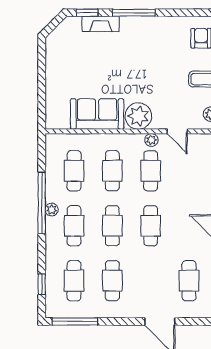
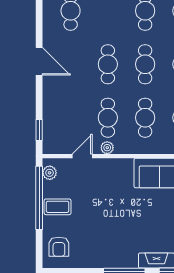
plant: (138, 116) -> (120, 171), removed
door: (177, 131) -> (82, 156), hinge flipped

